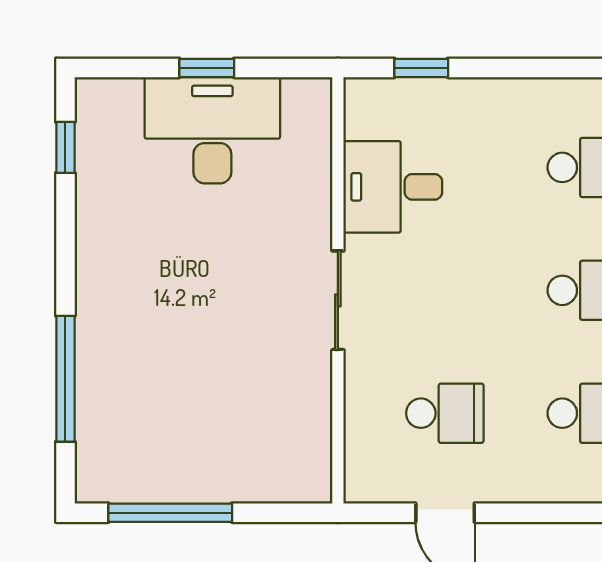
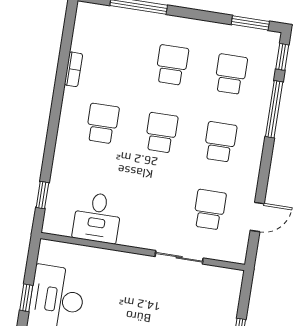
sliding door: (338, 300) -> (179, 257), moved

